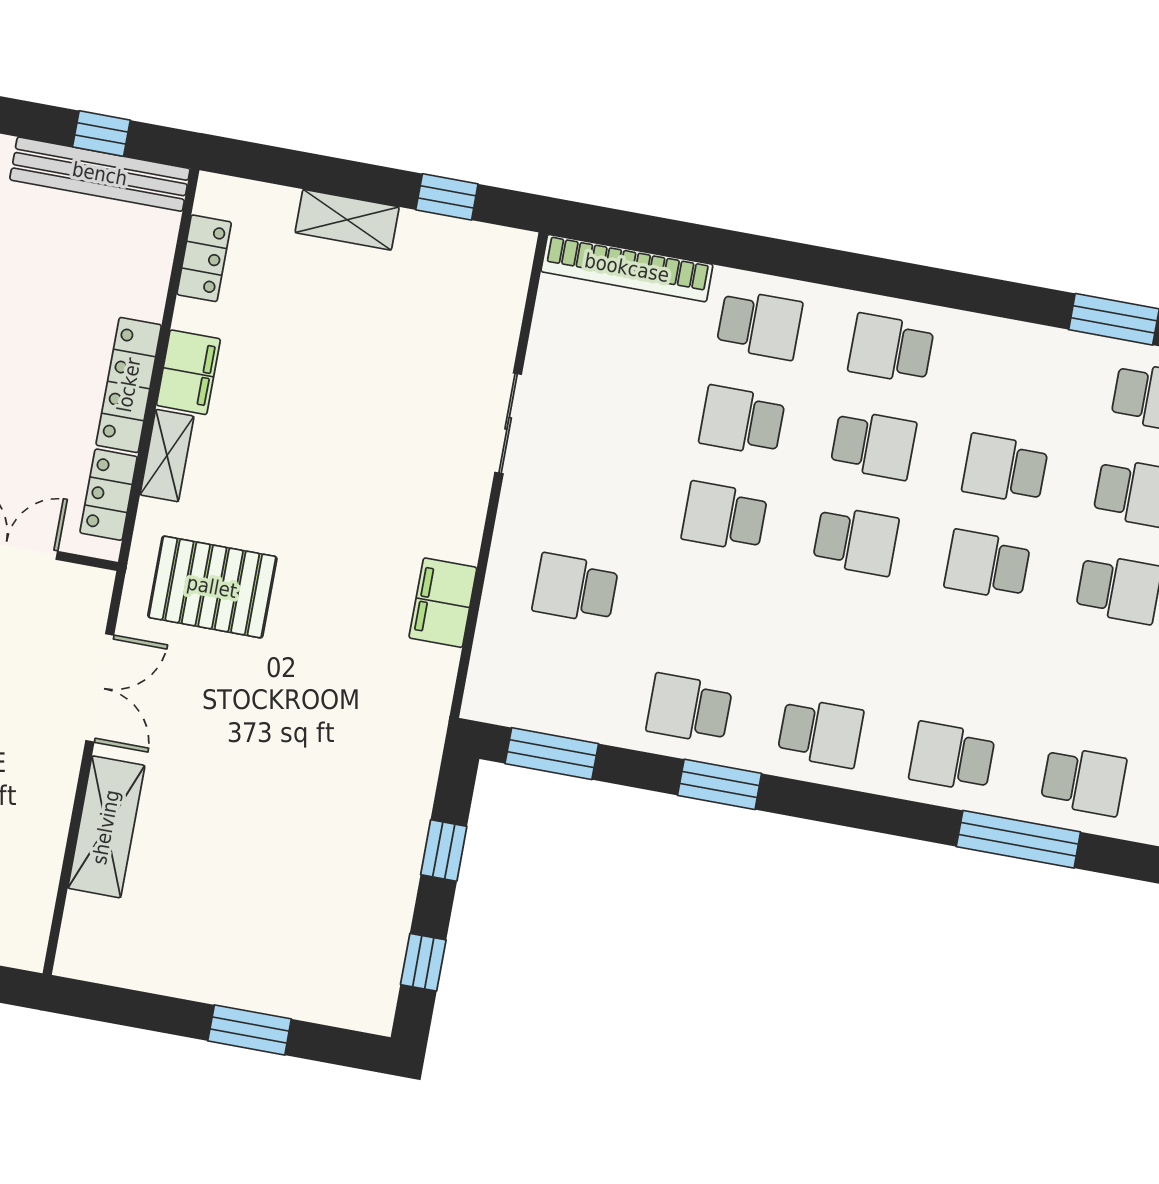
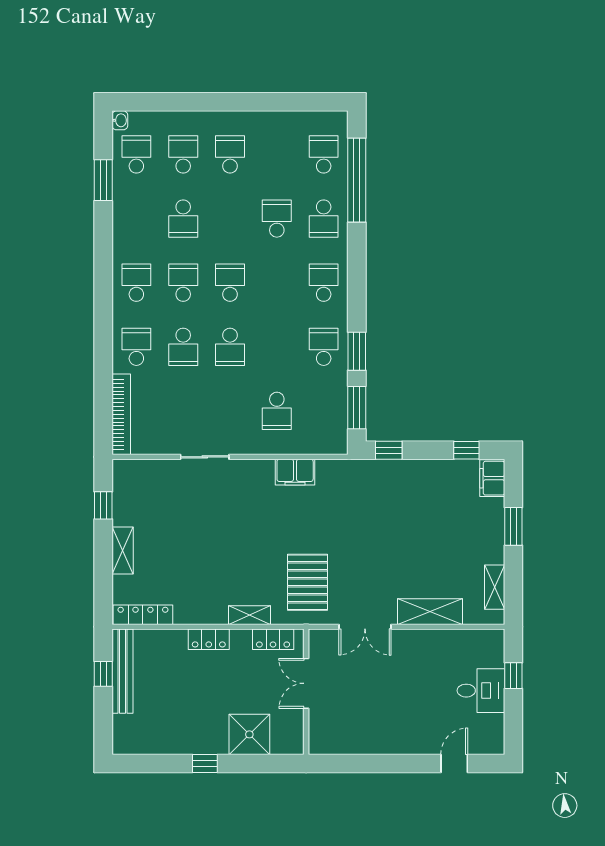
locker: (204, 258) -> (143, 615), width x1.53
school desk: (891, 349) -> (136, 283), turned 180
filing cabinet: (188, 372) -> (492, 478), moved, turned -90
locker: (129, 385) -> (209, 639), width x0.66
school desk: (987, 565) -> (277, 219), moved, turned 180
double door: (100, 688) -> (365, 627), swing flipped
school desk: (689, 709) -> (324, 347), turned 180
window: (720, 784) -> (357, 351), moved
window: (1018, 839) -> (357, 180), width x1.46
window: (444, 851) -> (389, 450), moved
shelving: (132, 968) -> (495, 587), added

